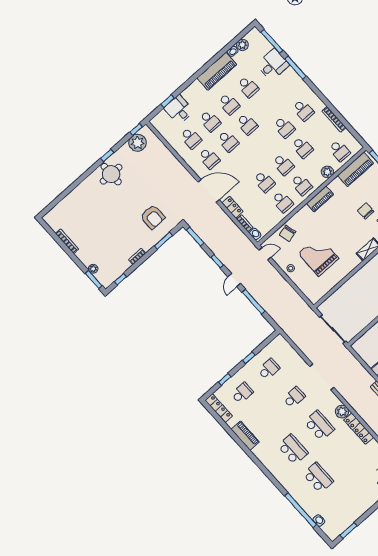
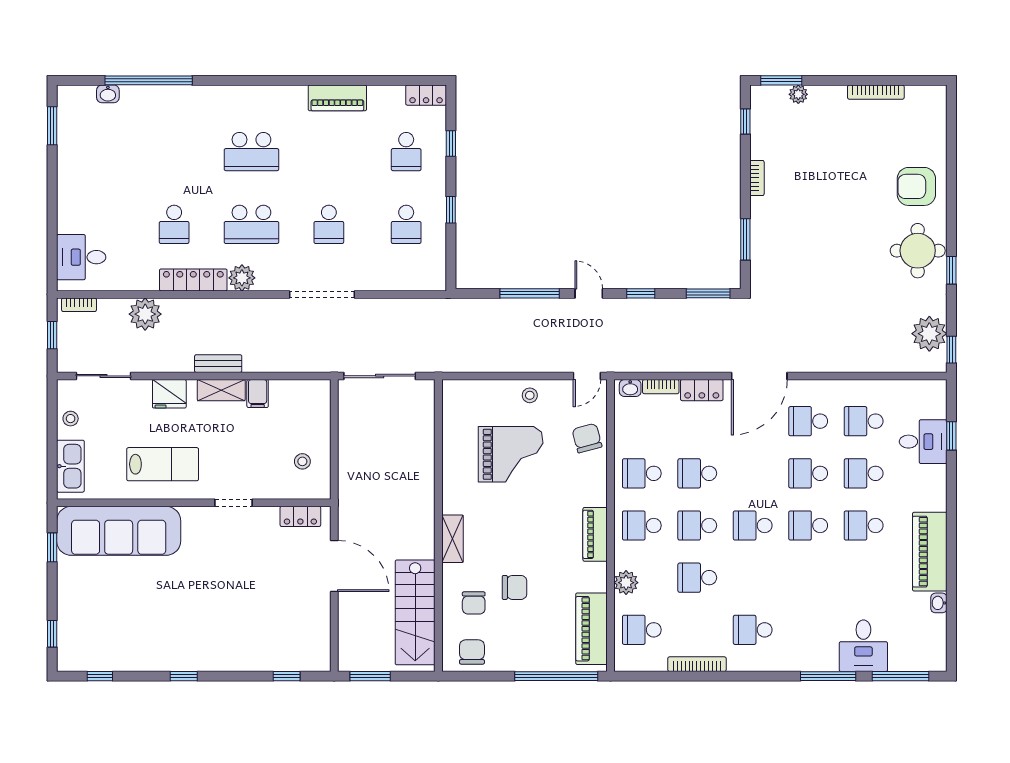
plant: (242, 45) -> (935, 627), removed
school desk: (248, 87) -> (864, 578), removed
school desk: (284, 127) -> (753, 525), moved
armchair: (153, 217) -> (916, 186), moved
locker: (219, 408) -> (426, 95), width x0.66
school desk: (318, 478) -> (174, 224), moved, width x0.54

